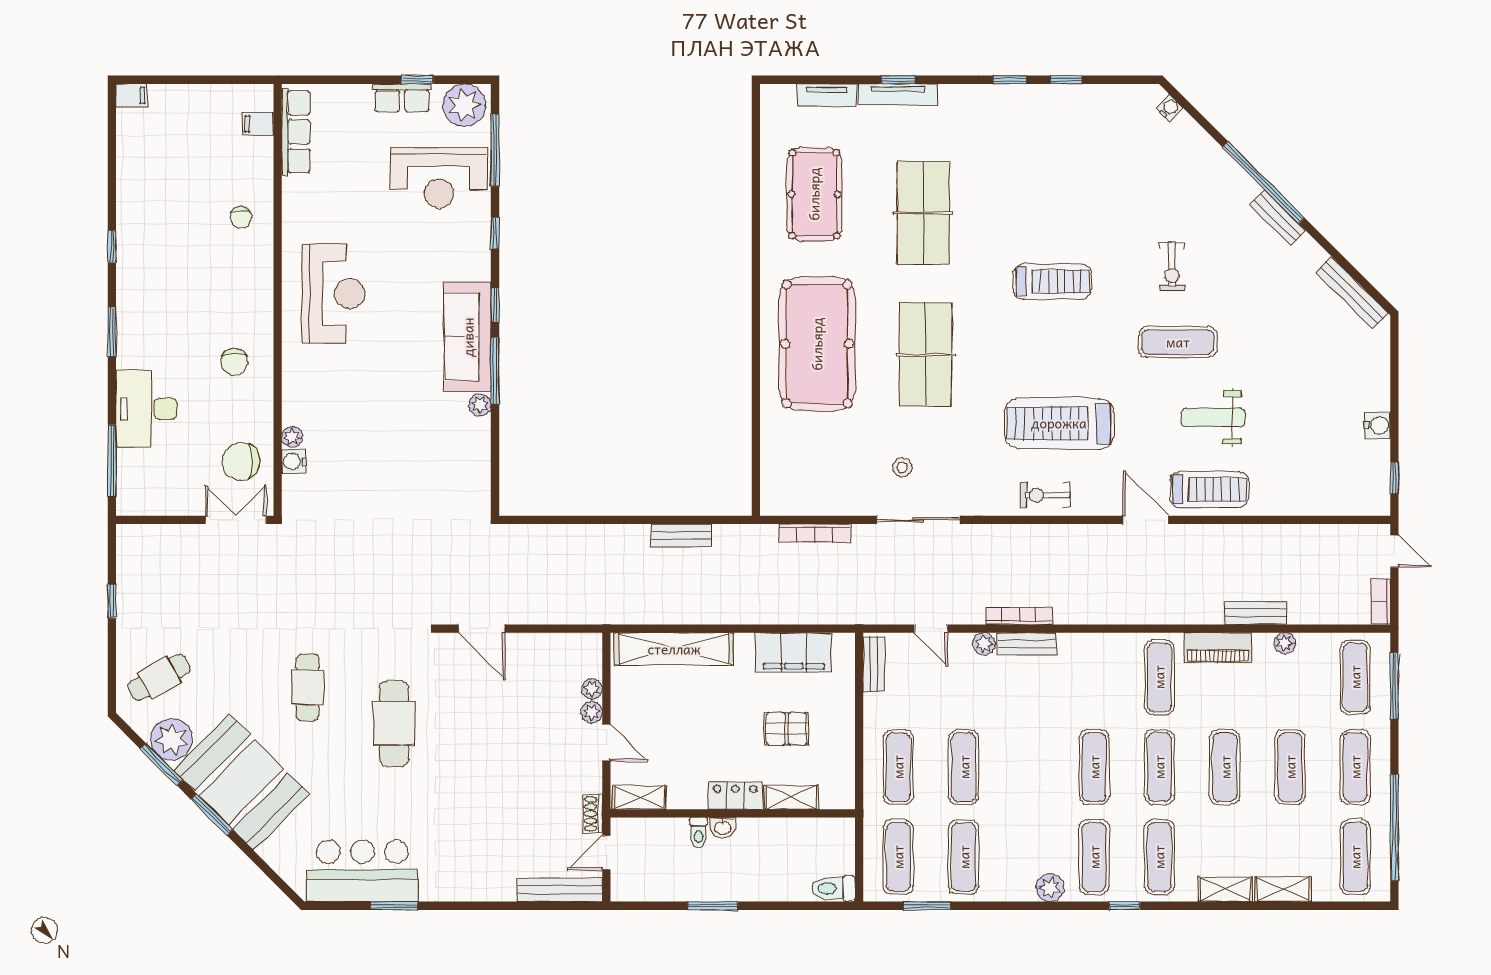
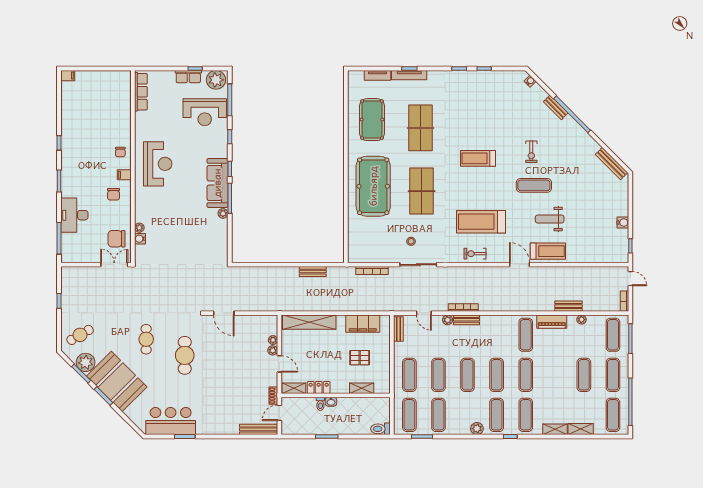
filing cabinet: (258, 124) -> (124, 175), moved
chair: (241, 217) -> (120, 152), moved
bench: (1278, 218) -> (556, 107), moved
treadmill: (1052, 281) -> (478, 158), turned 180
exercise mat: (1225, 767) -> (468, 375), moved
locker: (735, 796) -> (319, 388), moved

